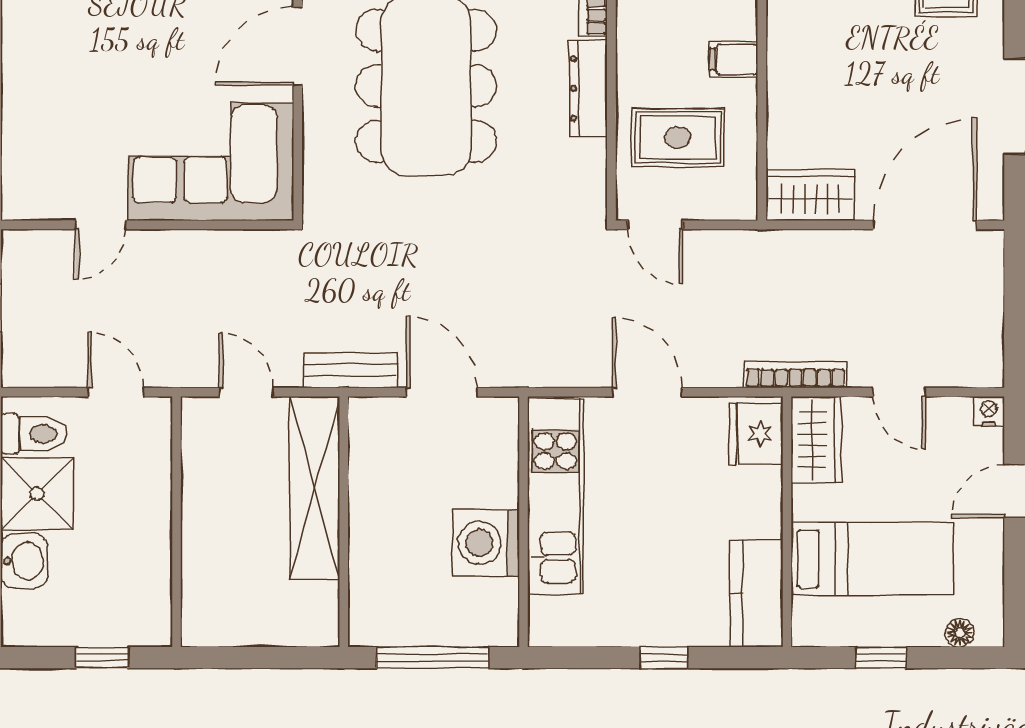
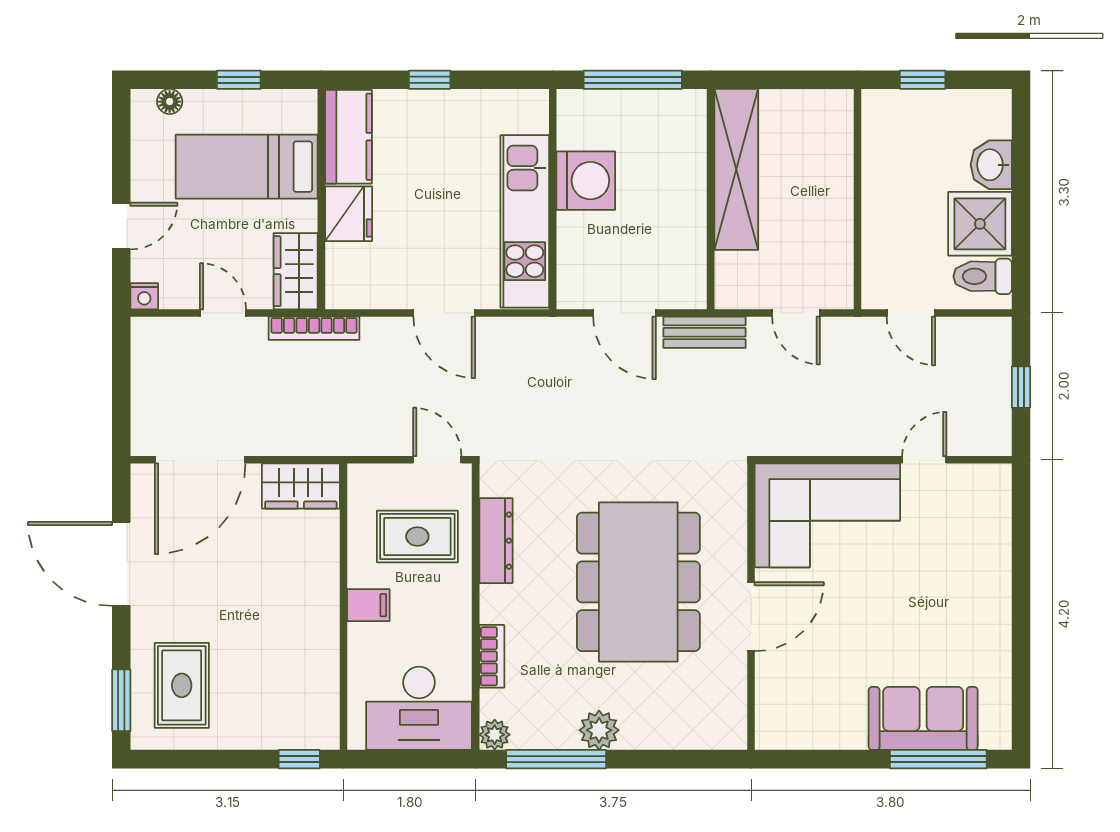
dresser: (588, 88) -> (496, 541), moved
fridge: (756, 434) -> (349, 214), moved
shelving: (315, 488) -> (736, 169), moved

